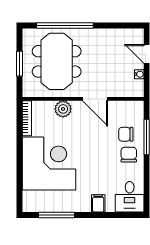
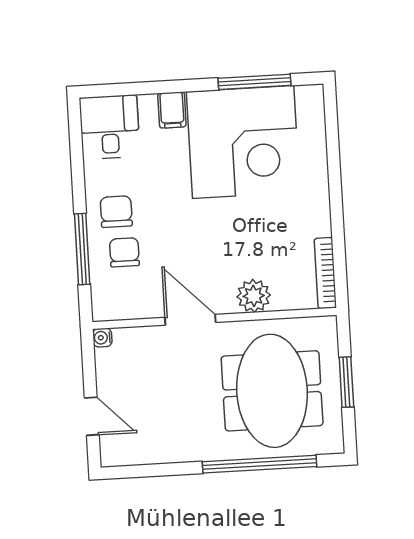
water cooler: (139, 74) -> (102, 338), moved
chair: (126, 134) -> (124, 252), turned -90
chair: (129, 155) -> (116, 212), turned 180
corner desk: (49, 164) -> (243, 142), moved, turned -90

